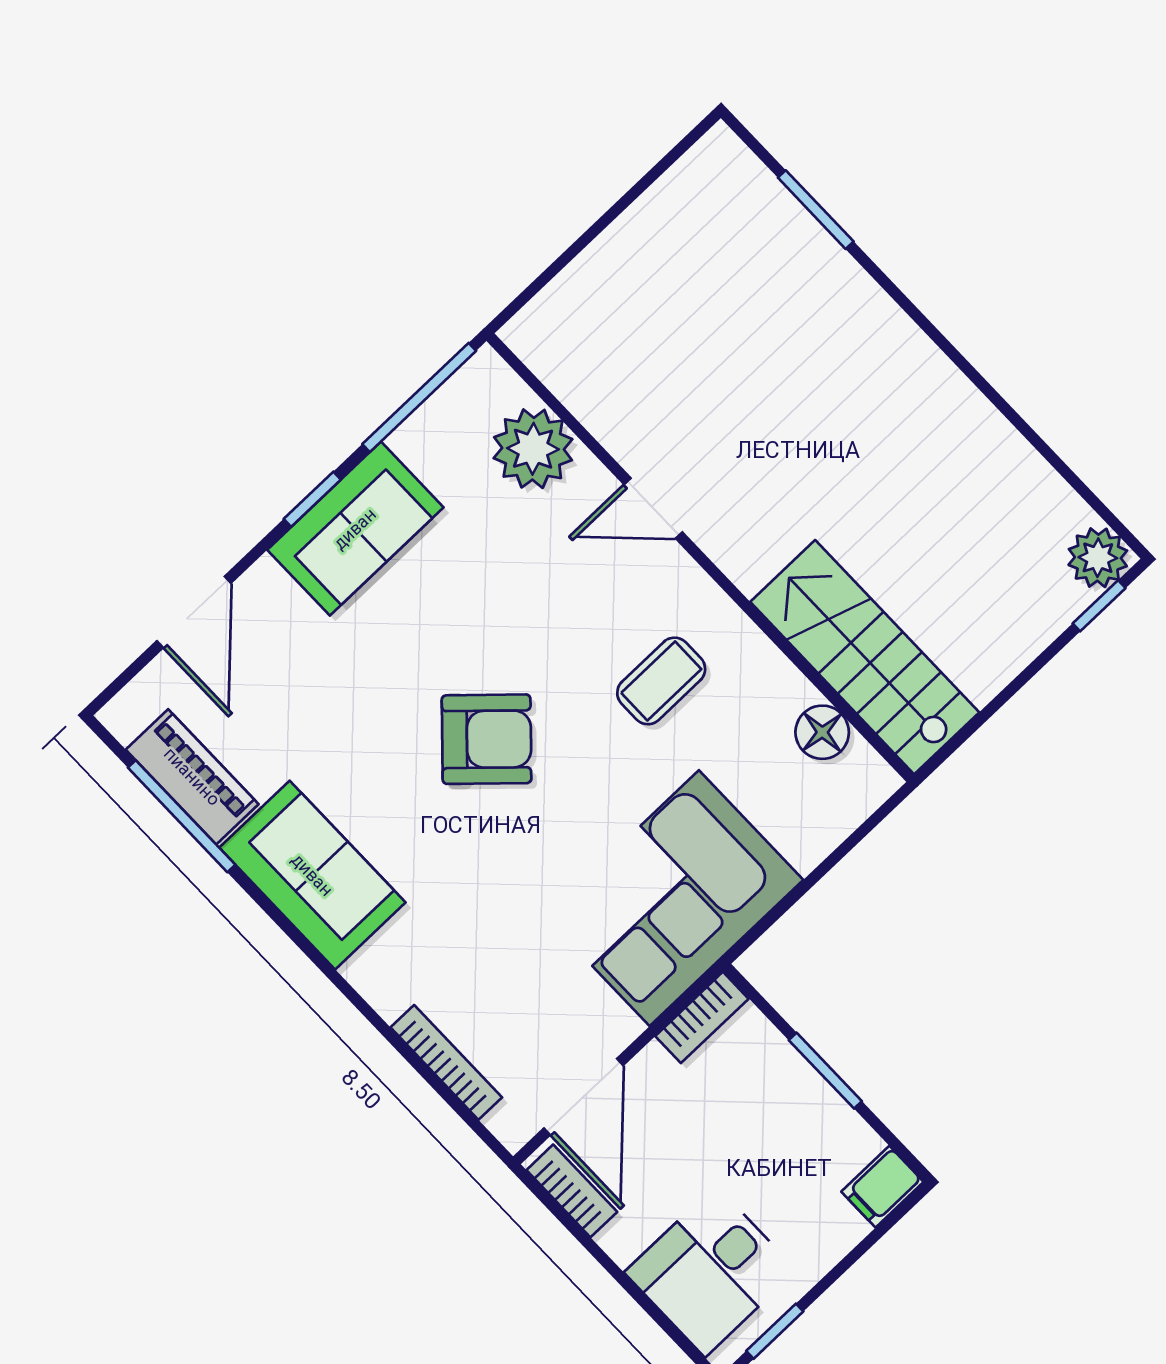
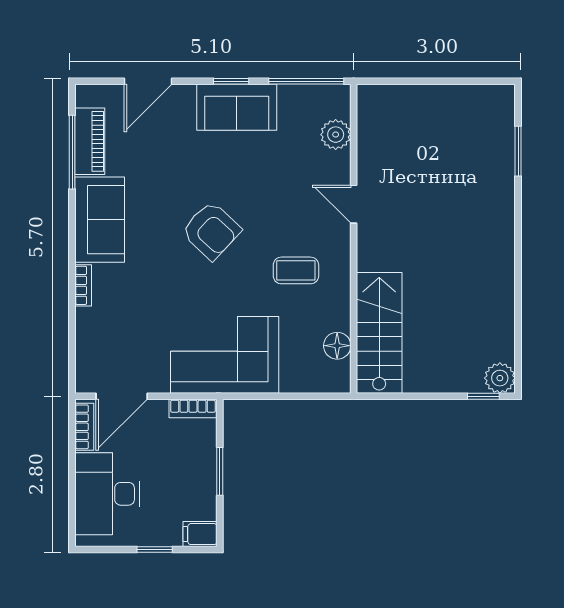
plant: (533, 449) -> (336, 135), width x0.73, depth x0.73
bookcase: (446, 1062) -> (83, 285), moved, width x0.64
desk: (710, 1271) -> (107, 494), width x1.37
window: (775, 1331) -> (155, 550), moved

